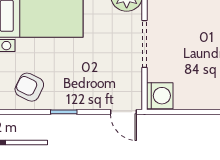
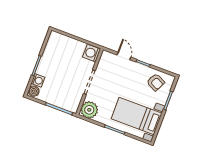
door: (124, 112) -> (124, 56), moved

